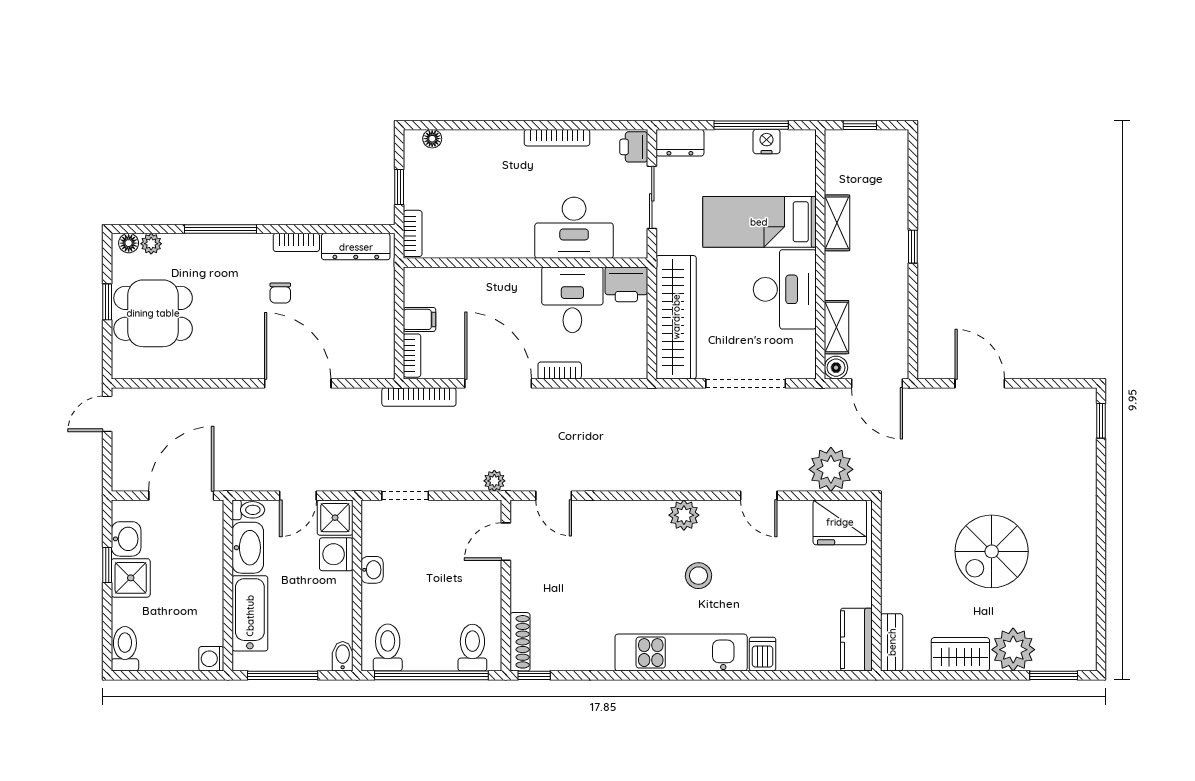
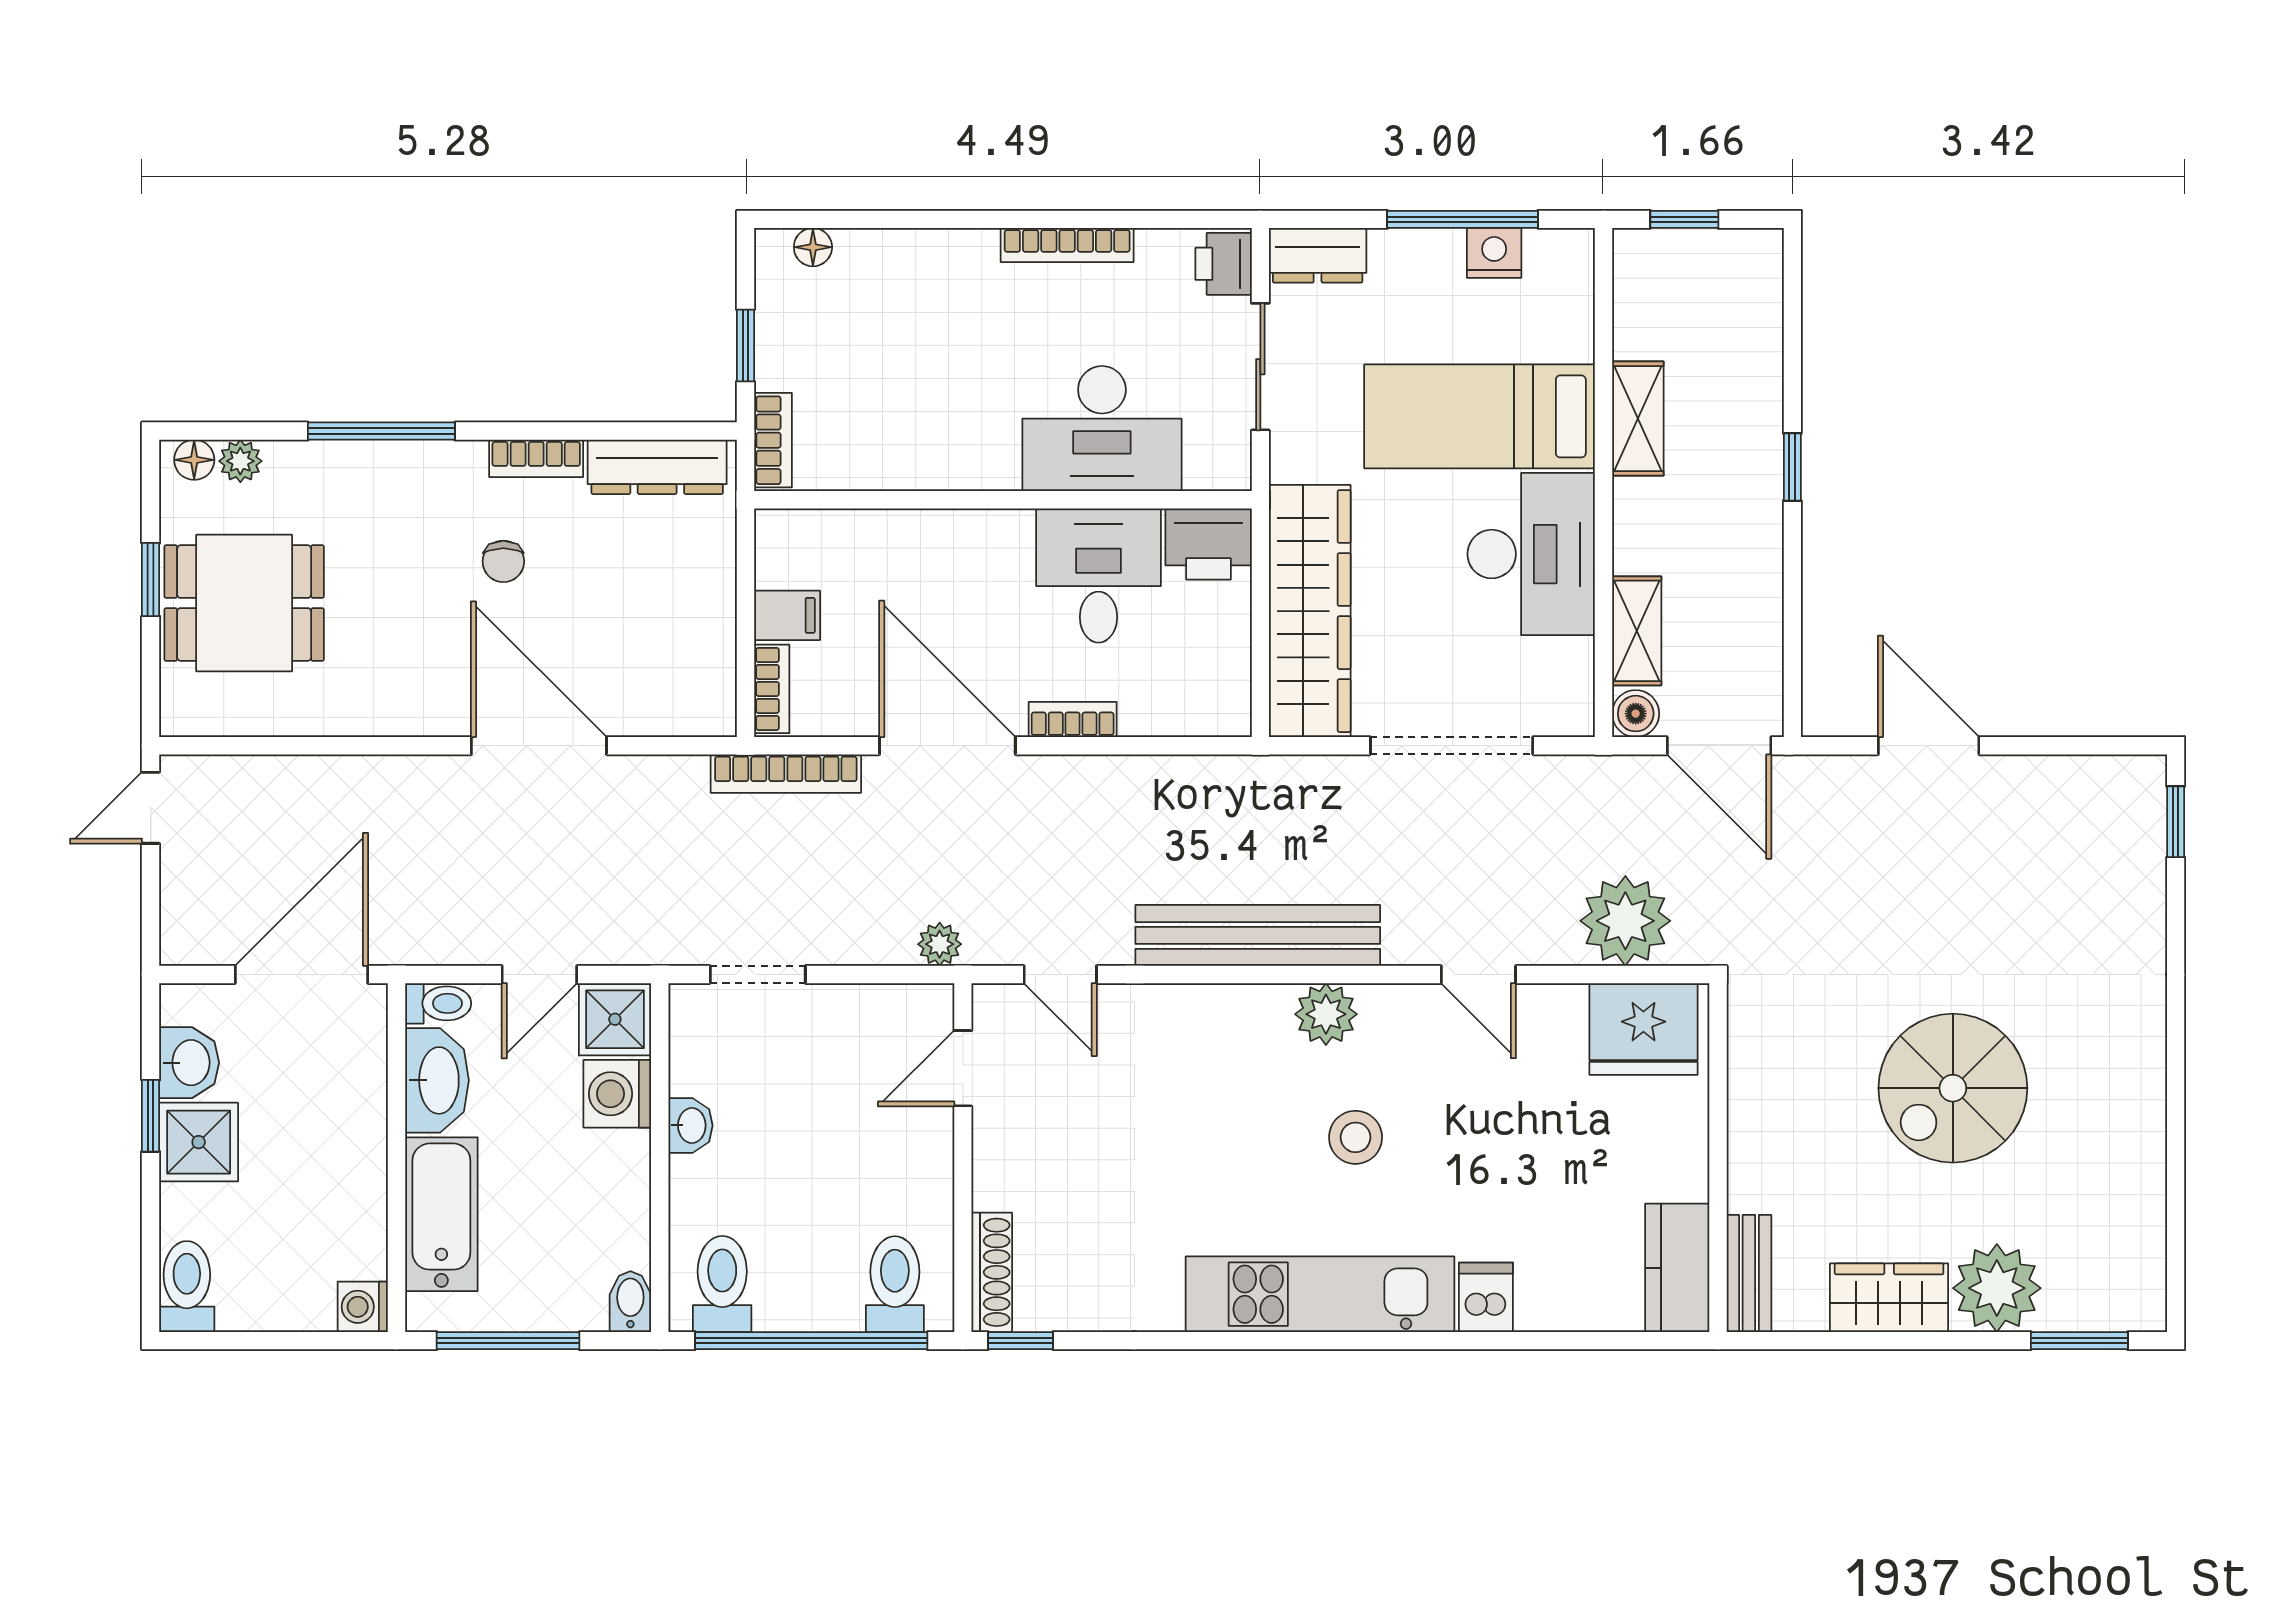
bench: (651, 477) -> (1258, 935), added

